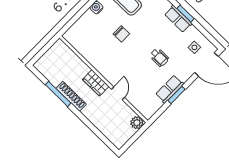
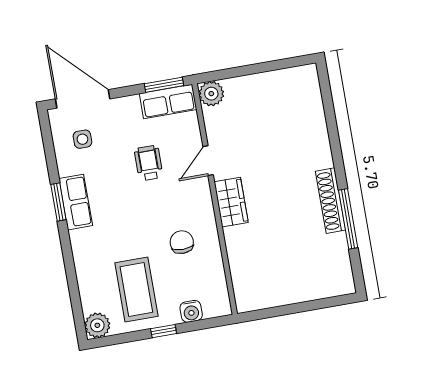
wall: (104, 79) -> (215, 199), moved
wardrobe: (96, 83) -> (231, 202), moved
door: (118, 93) -> (208, 161), moved
plant: (137, 123) -> (211, 94), moved

